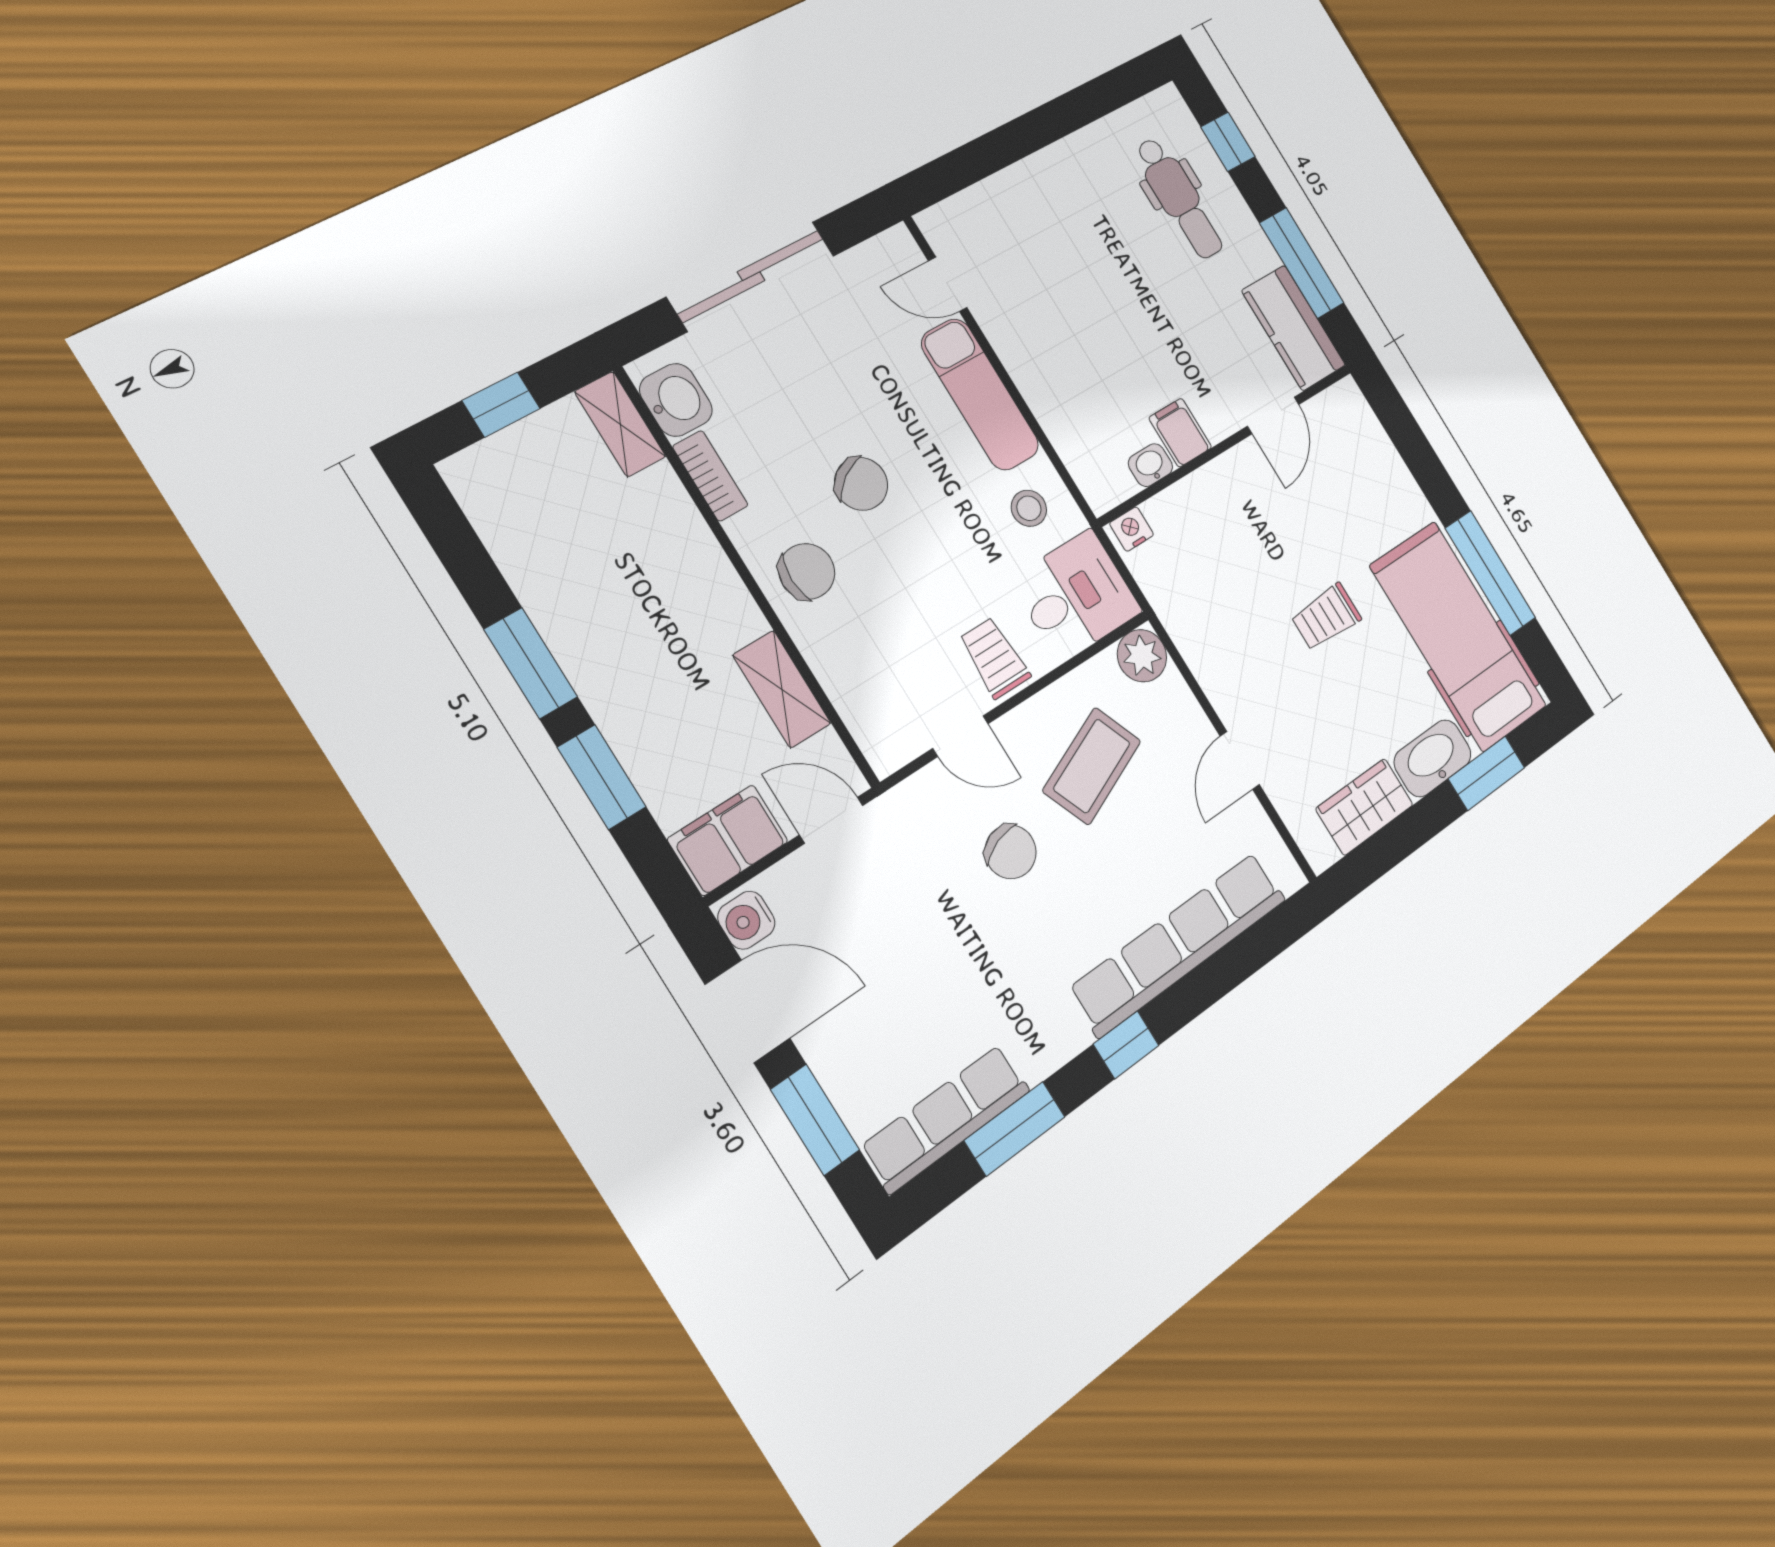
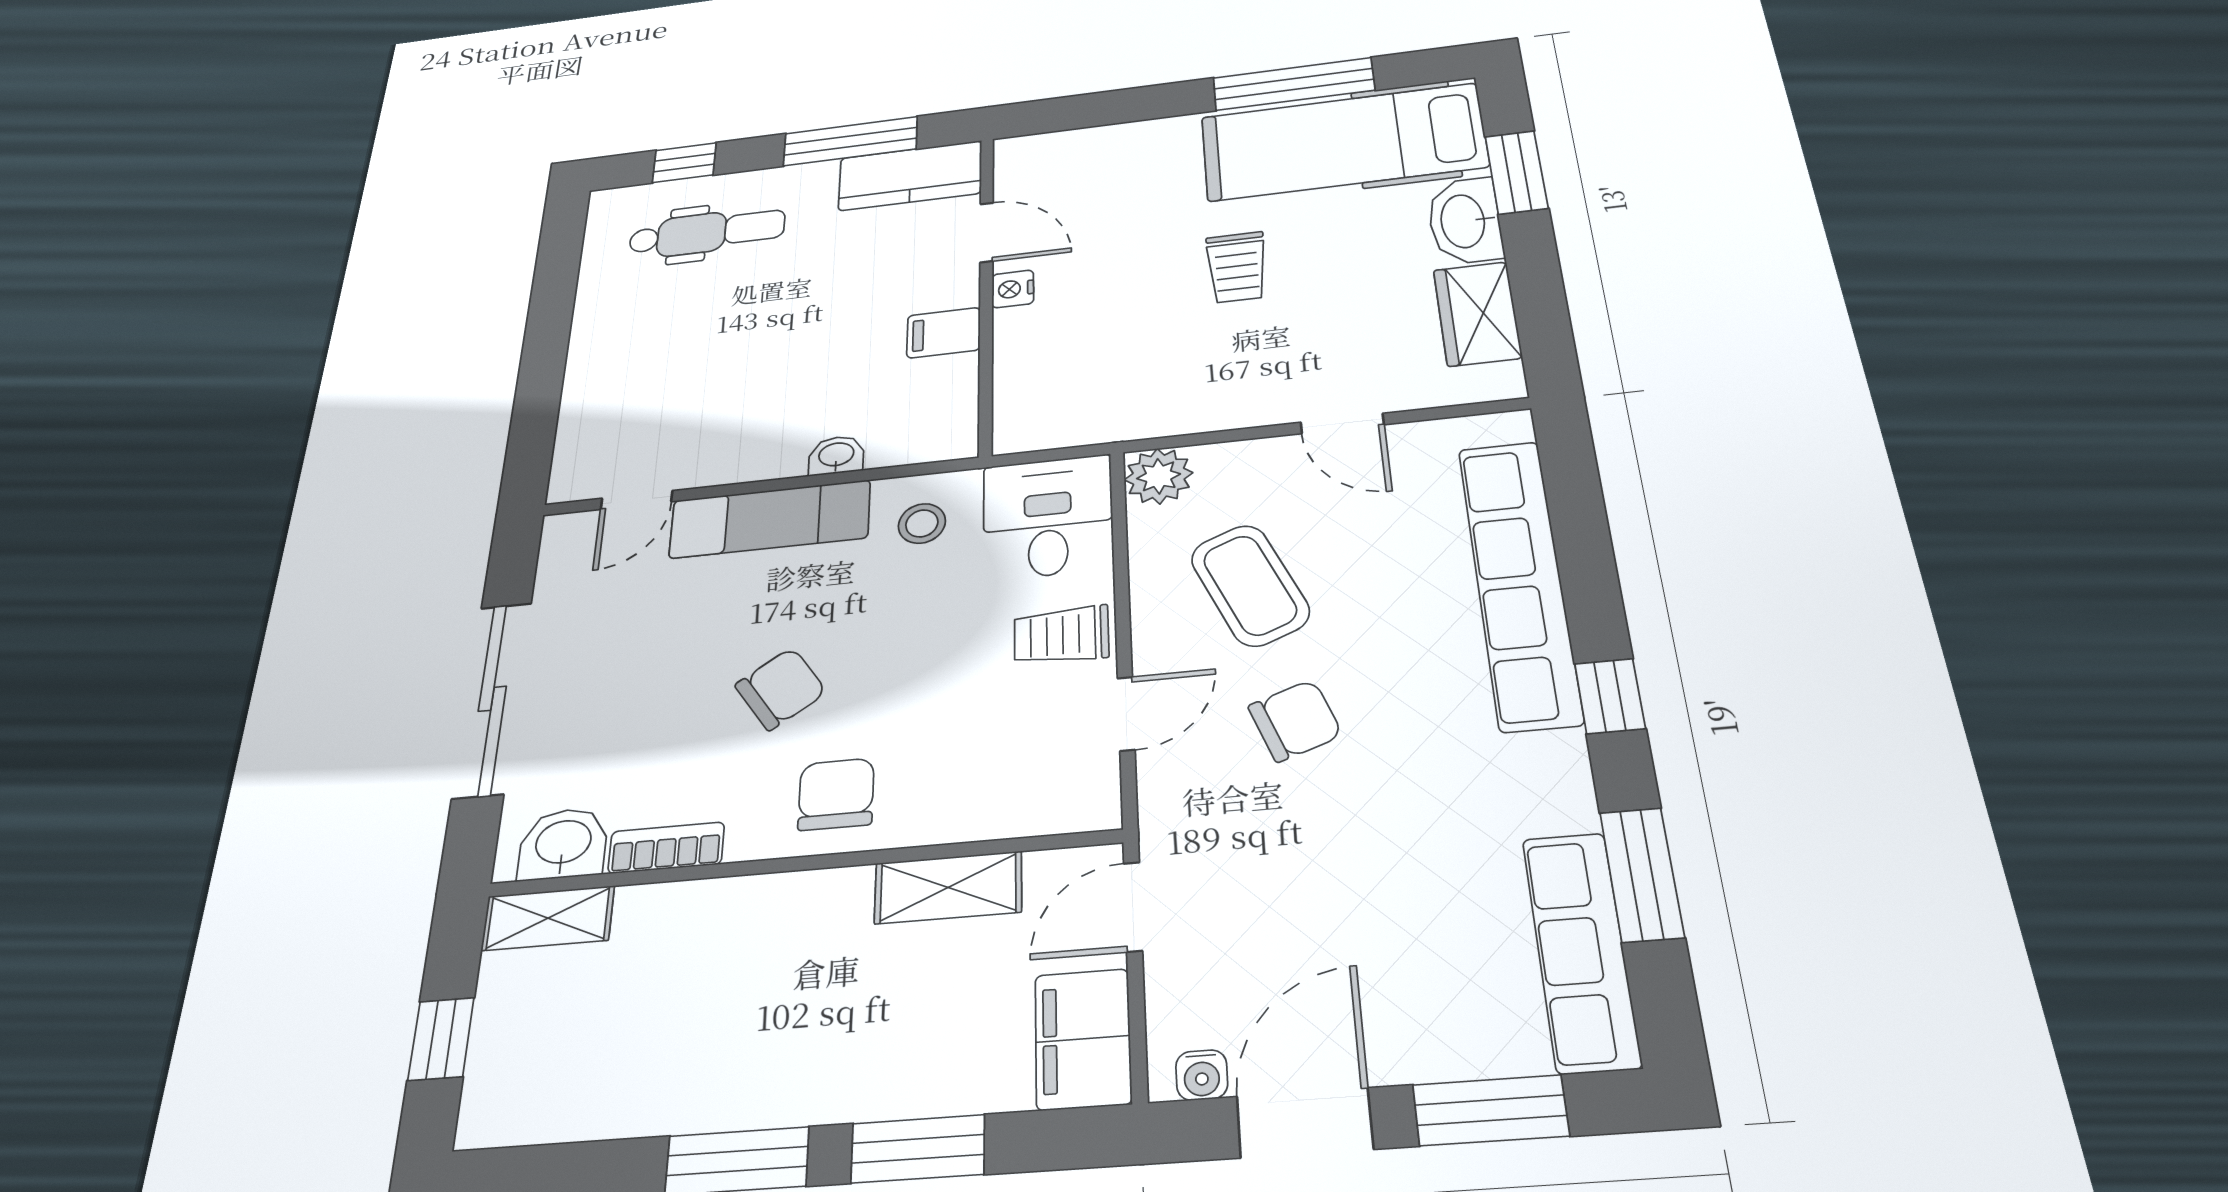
washbasin: (1150, 465) -> (836, 455), moved, turned 90
nightstand: (1132, 529) -> (1013, 289), moved
water cooler: (746, 920) -> (1202, 1075), width x0.72, depth x0.72

